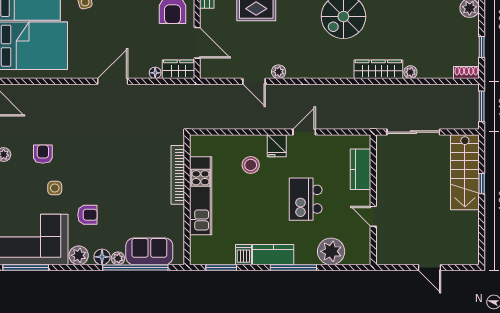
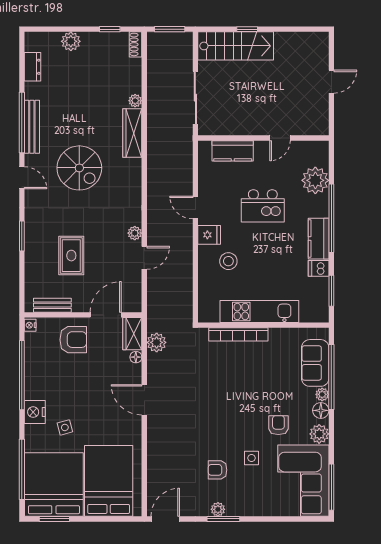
plant: (170, 93) -> (157, 342), added
window: (293, 267) -> (331, 218), width x1.46

